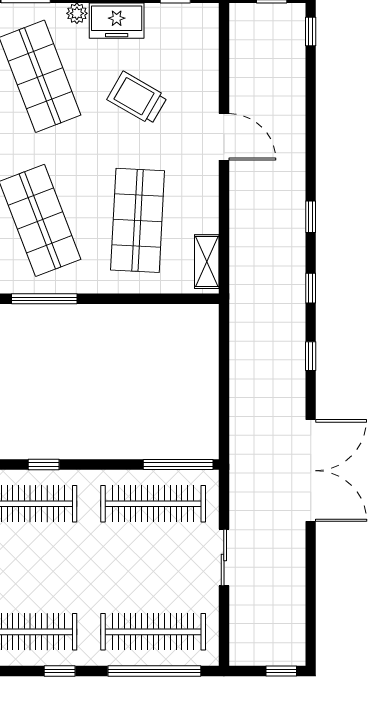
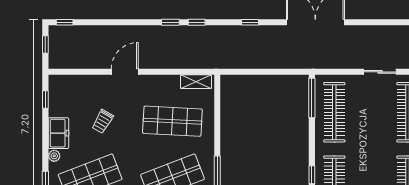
trolley: (137, 98) -> (103, 121), width x0.73, depth x0.72
window: (311, 288) -> (197, 22), moved
sliding door: (224, 557) -> (380, 72), moved

